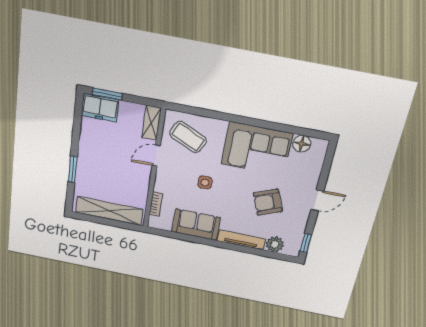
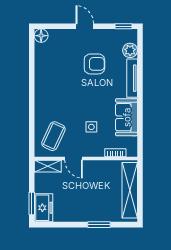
floor lamp: (302, 144) -> (41, 36), moved
corner sofa: (257, 149) -> (52, 82), removed
side table: (205, 182) -> (91, 127), moved
armchair: (268, 202) -> (94, 64), turned -68

